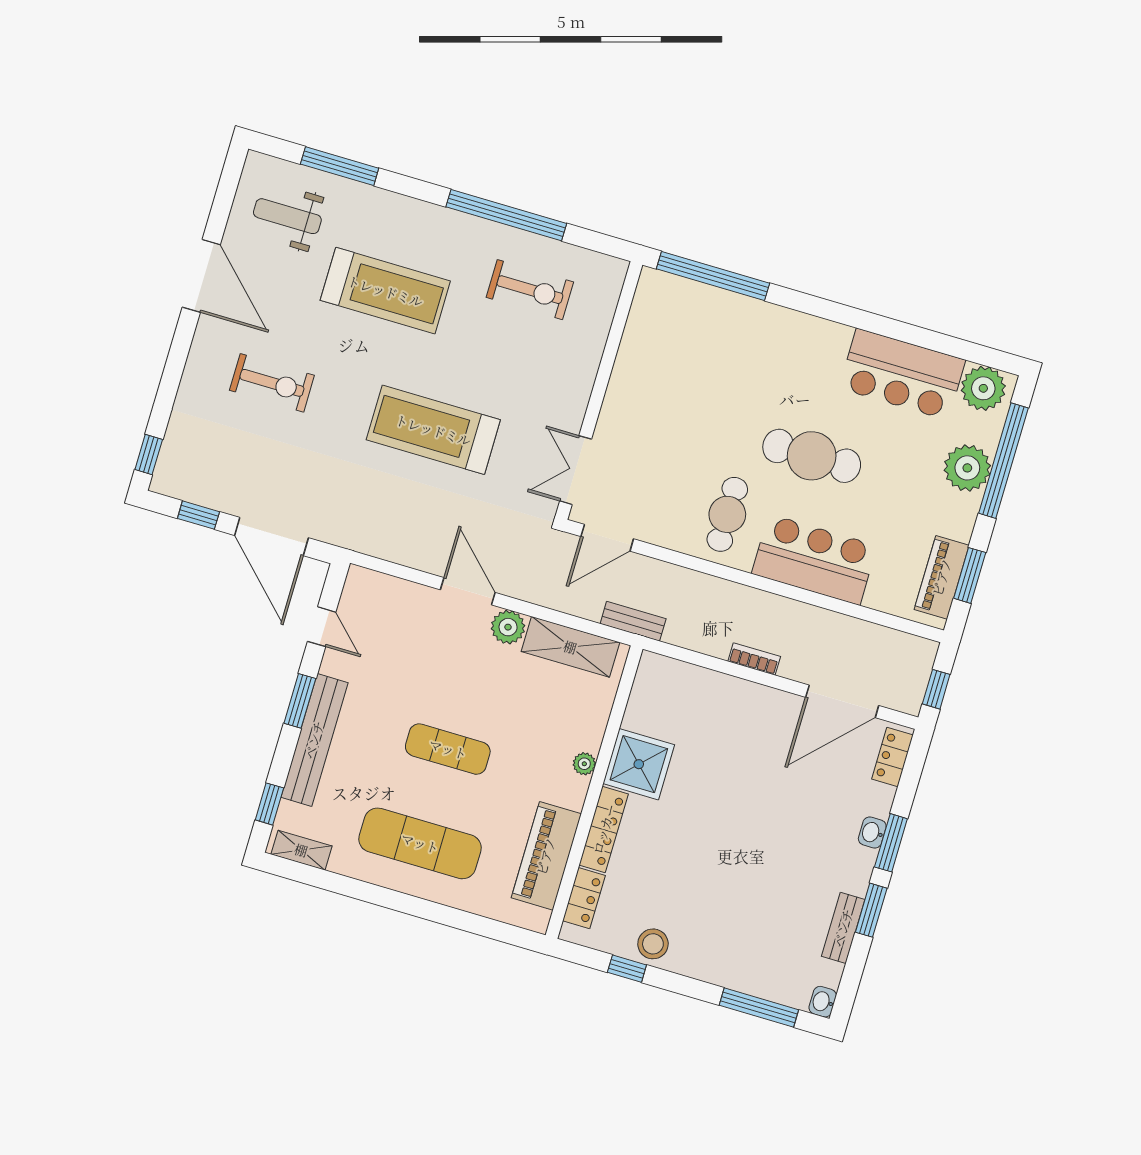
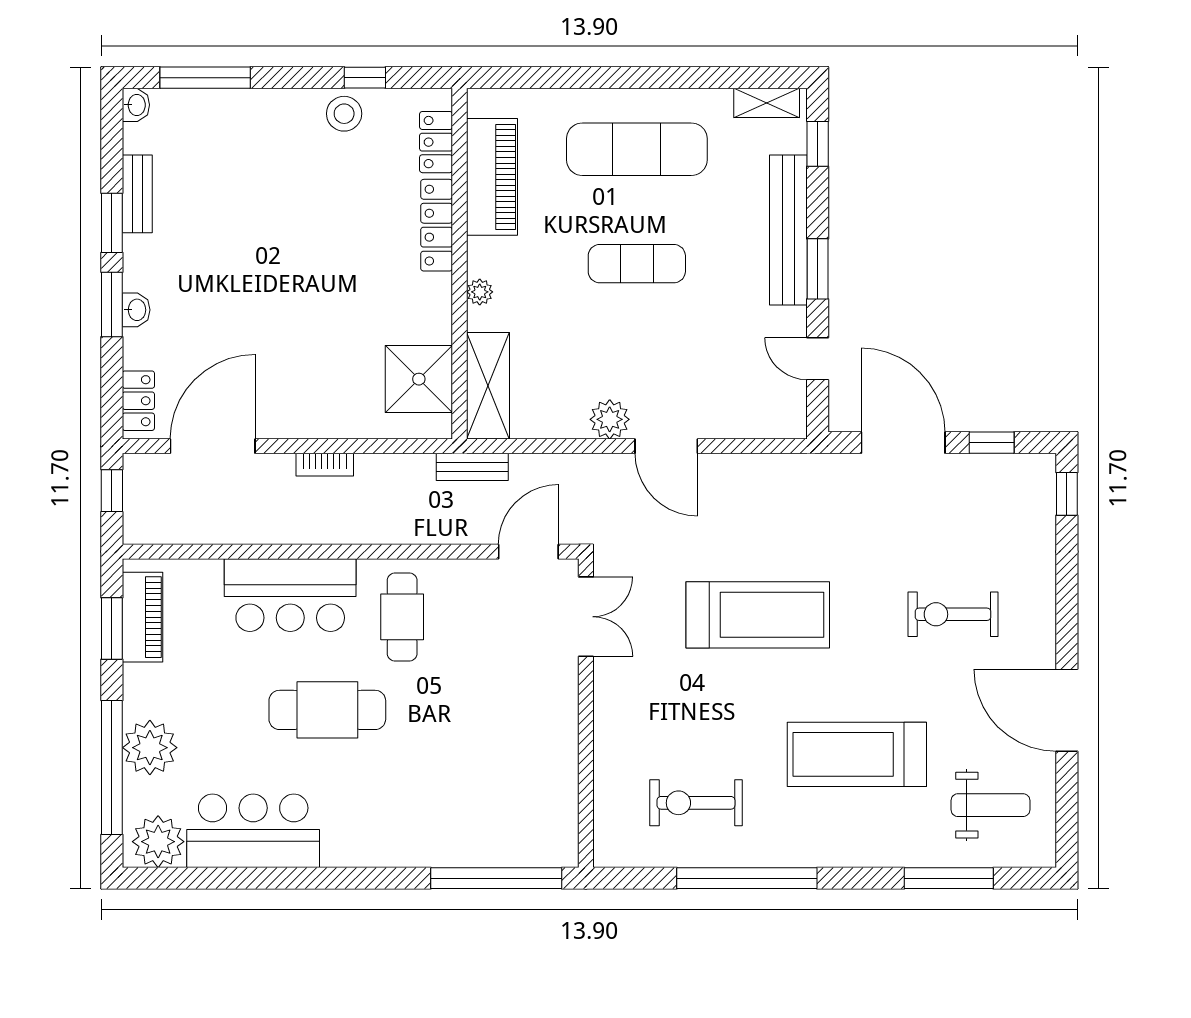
shelving: (570, 647) -> (488, 386), moved, turned 90
shower: (639, 764) -> (419, 379), moved

